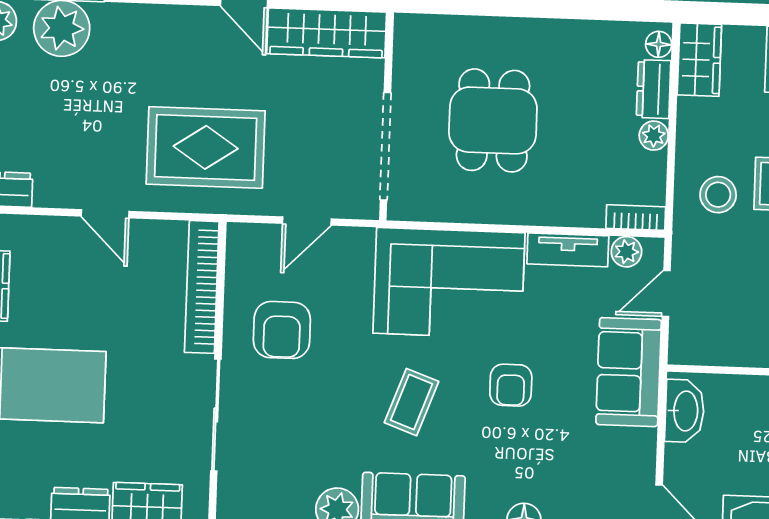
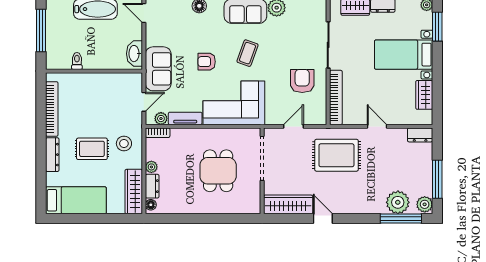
wardrobe: (699, 60) -> (134, 192), width x1.50
armchair: (511, 385) -> (207, 62), turned -90

